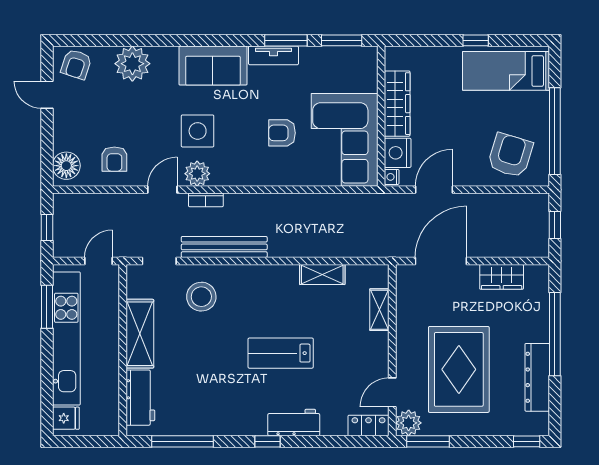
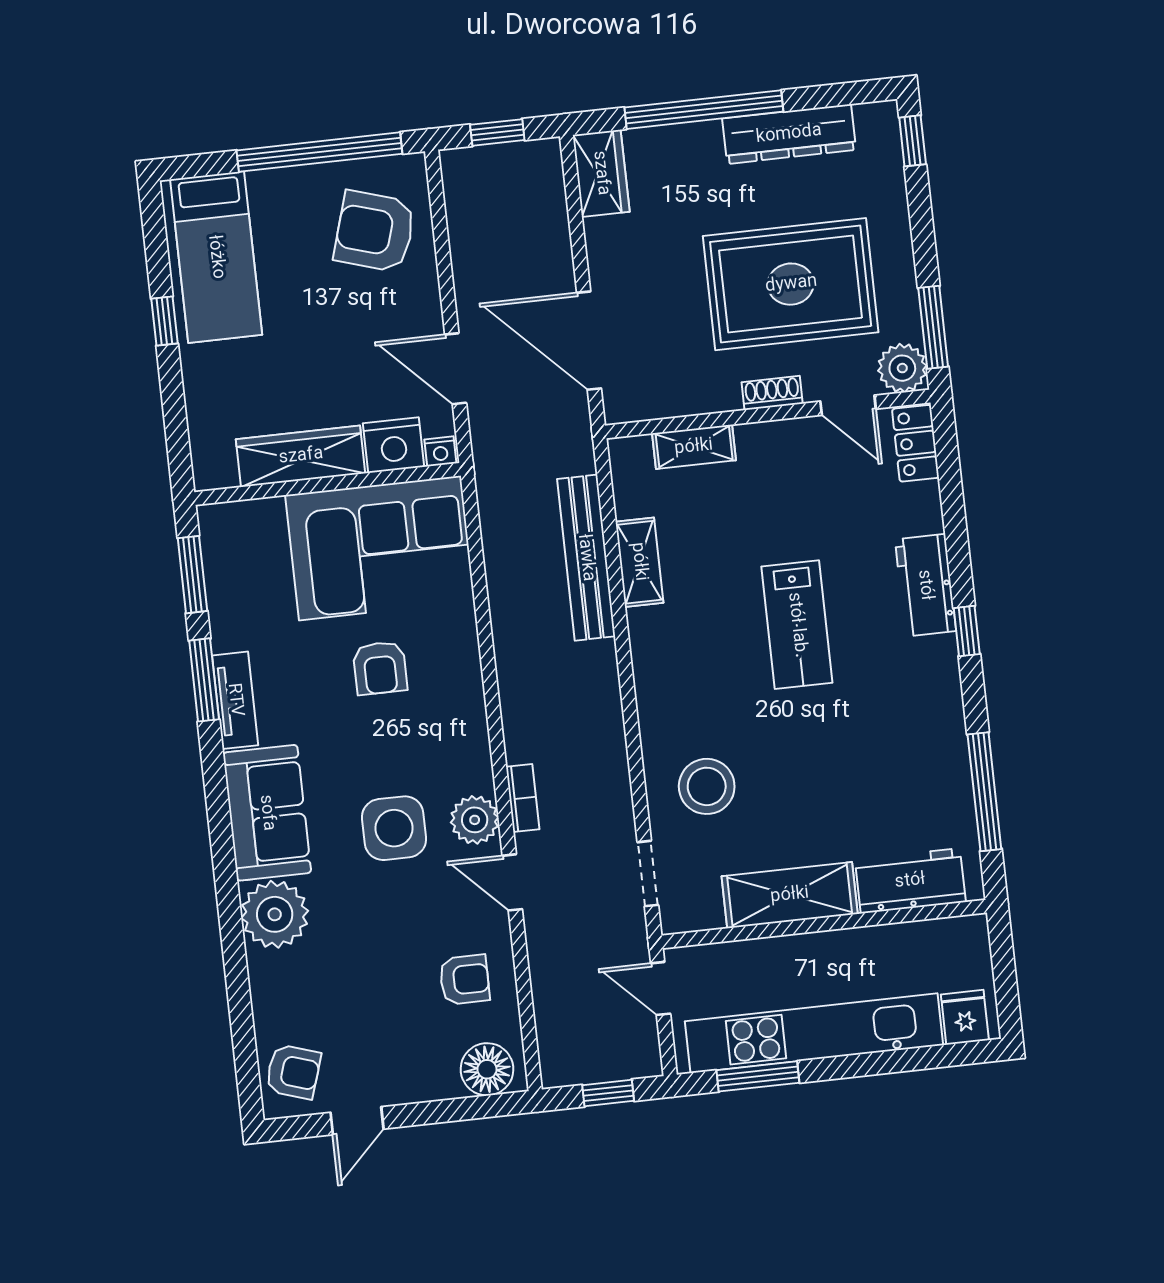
plant: (132, 64) -> (275, 914), moved
bench: (224, 247) -> (586, 558), moved
wardrobe: (502, 277) -> (601, 173), moved
shoe rack: (403, 354) -> (772, 393), added

